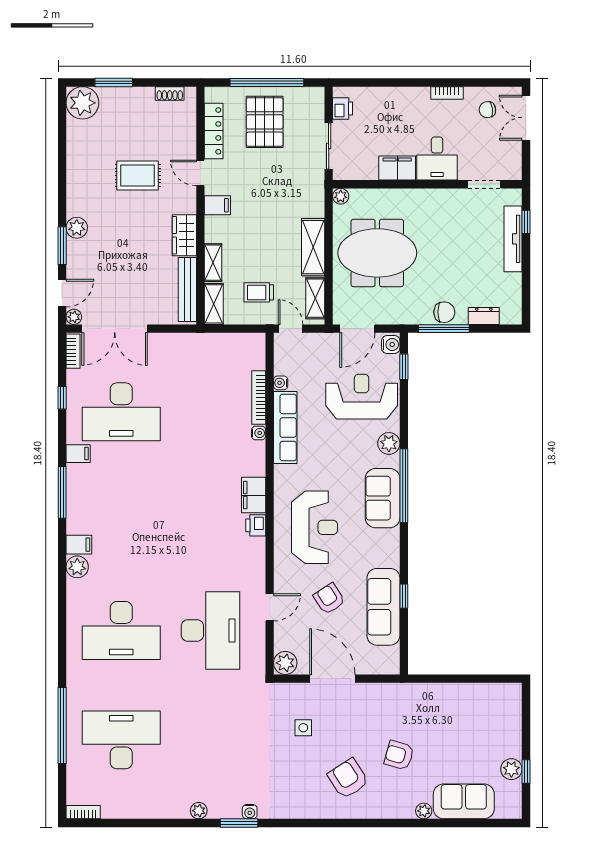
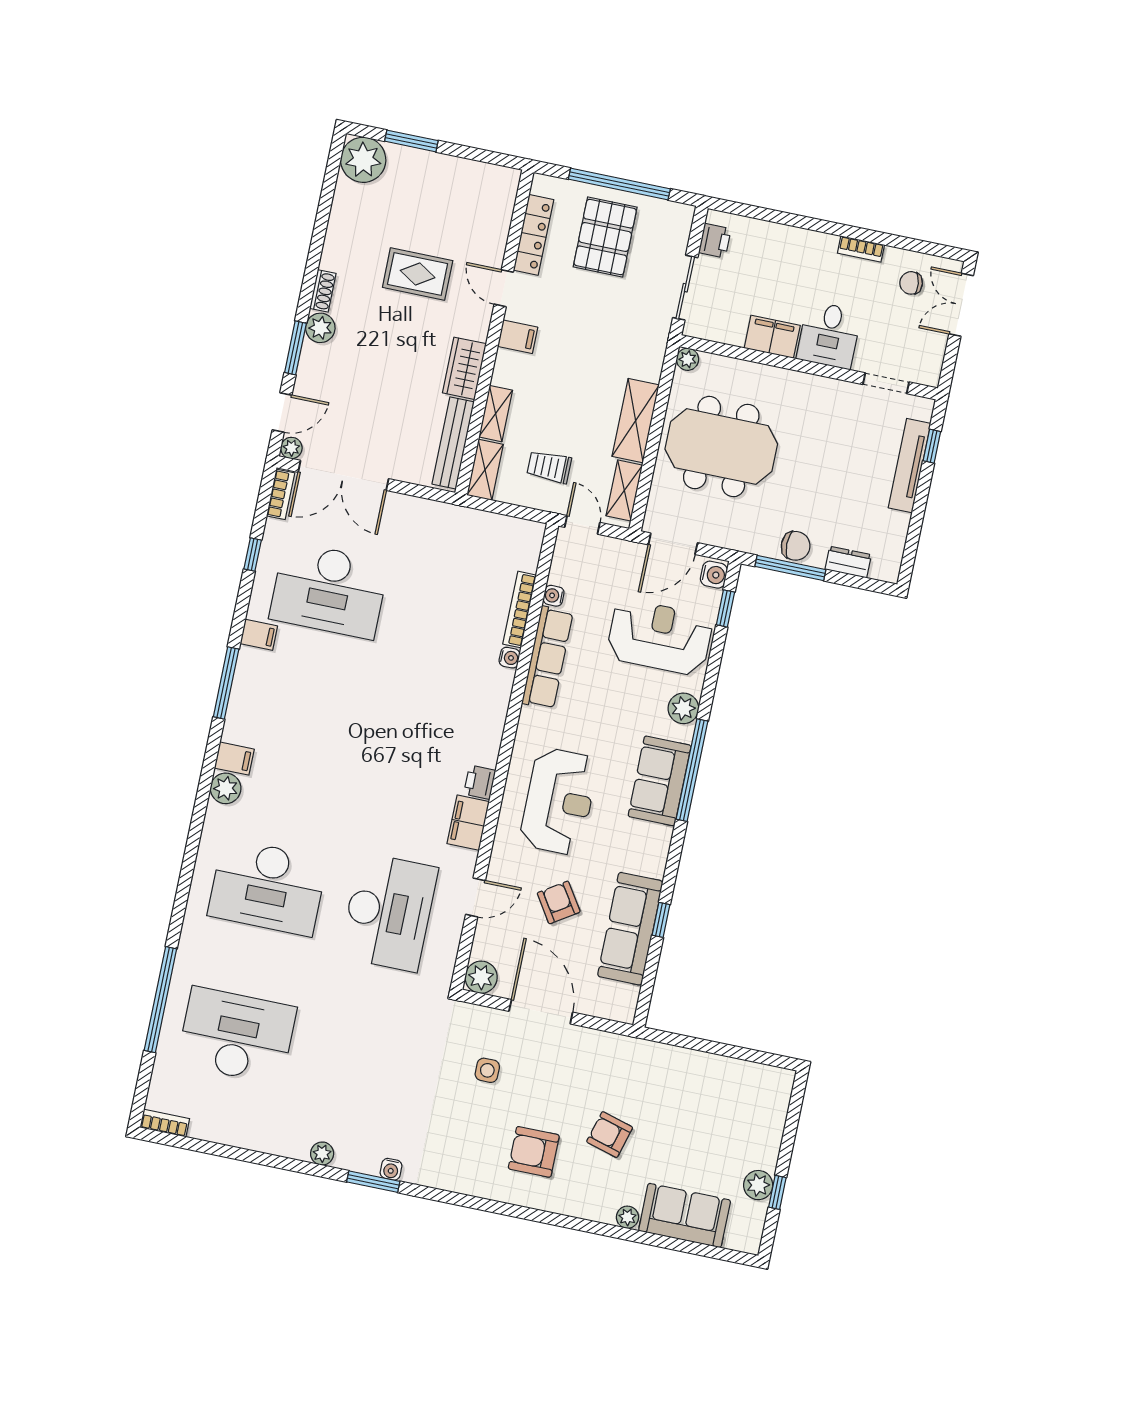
shoe rack: (170, 93) -> (323, 291), moved, turned -90
filing cabinet: (254, 495) -> (468, 823), moved
armchair: (348, 779) -> (534, 1152), turned -57

